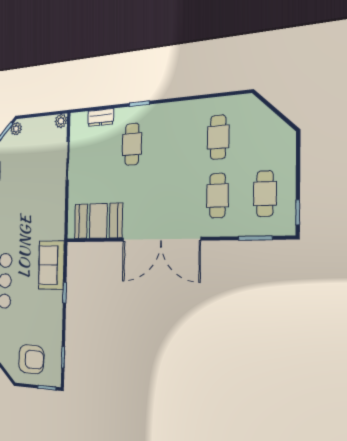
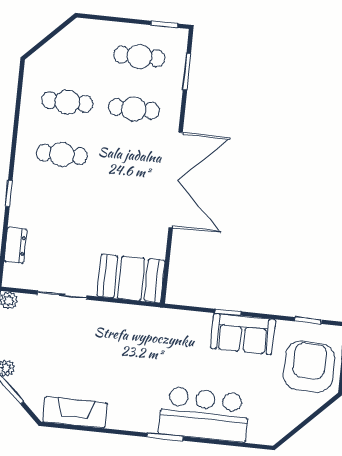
cafe table: (132, 144) -> (62, 154), moved
booth: (98, 221) -> (131, 278), moved, turned 90
sofa: (51, 265) -> (243, 334), moved
armchair: (31, 359) -> (309, 367), width x1.36, depth x1.36

